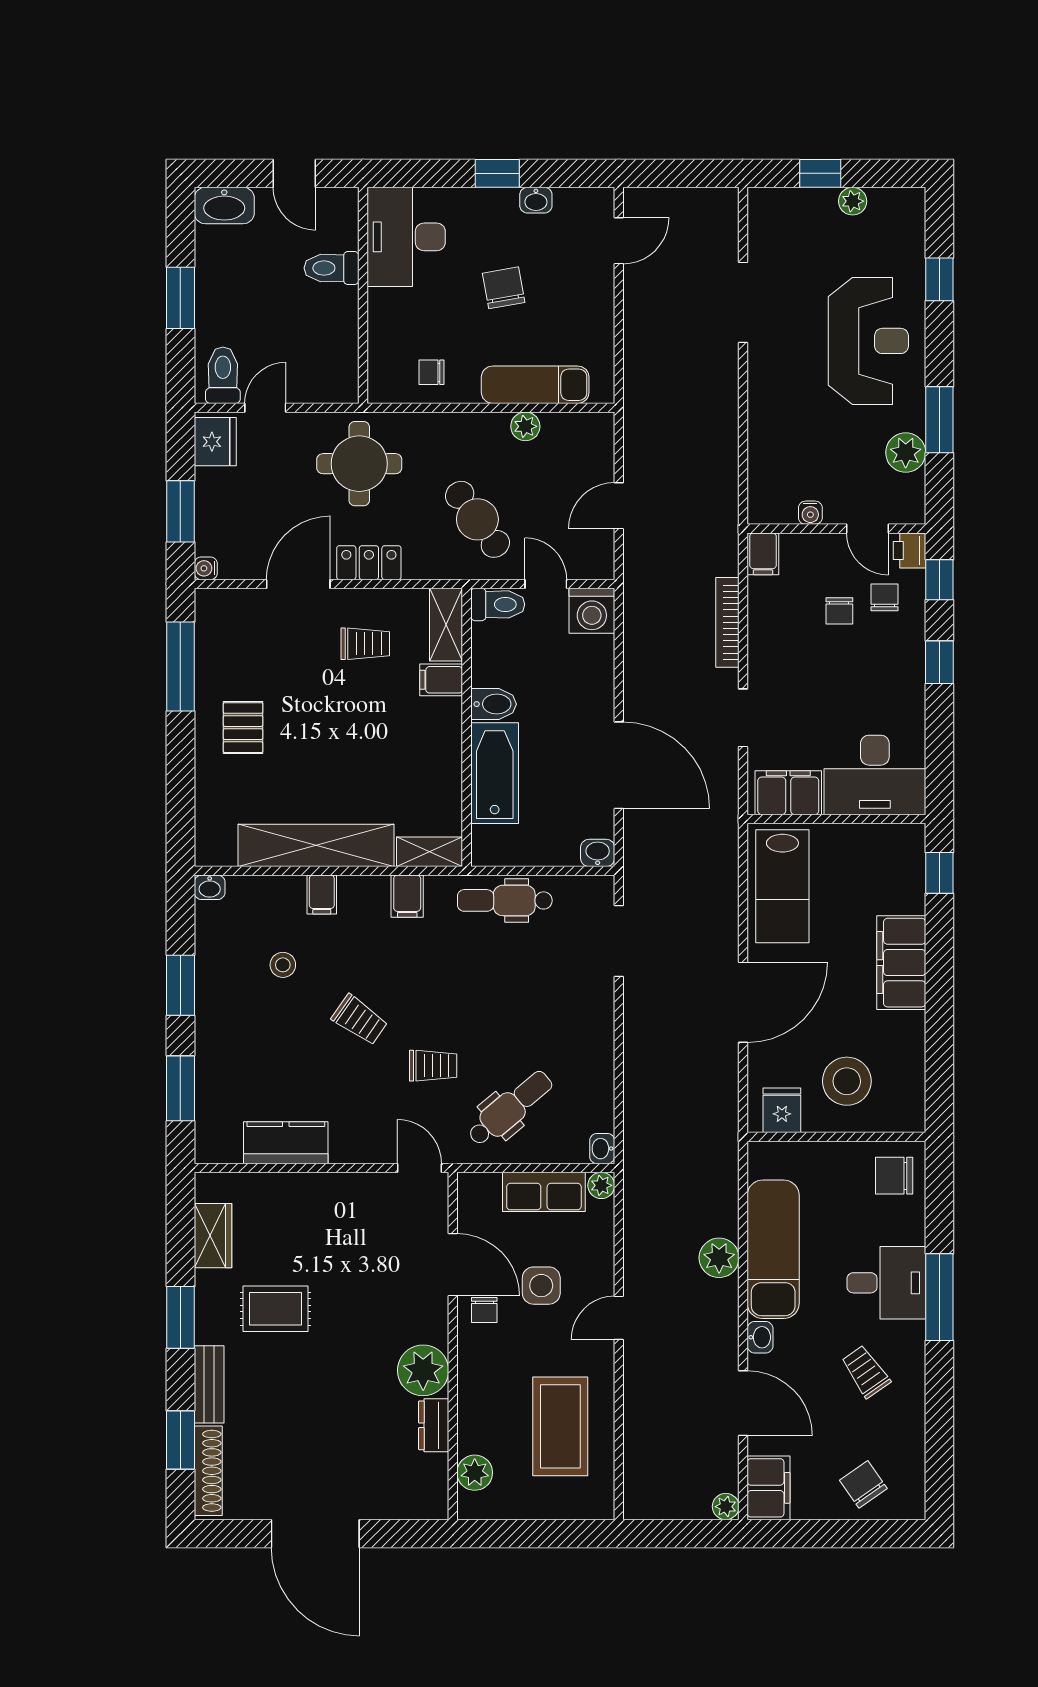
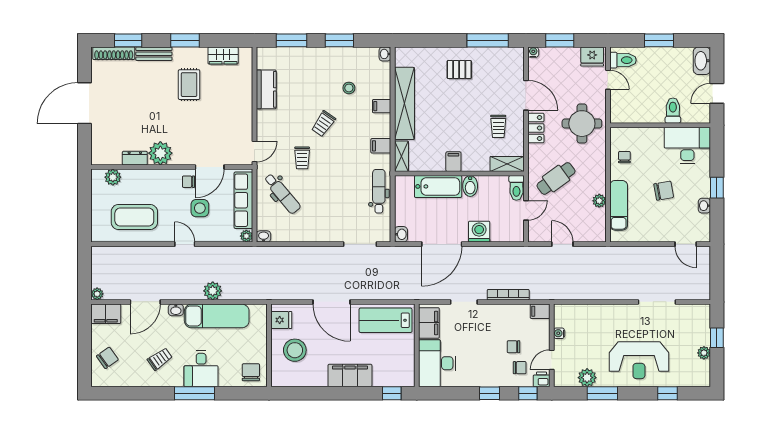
washing machine: (592, 611) -> (479, 232), moved, turned 90
filing cabinet: (441, 680) -> (453, 162), moved
row of seats: (544, 1192) -> (243, 200), width x1.48

